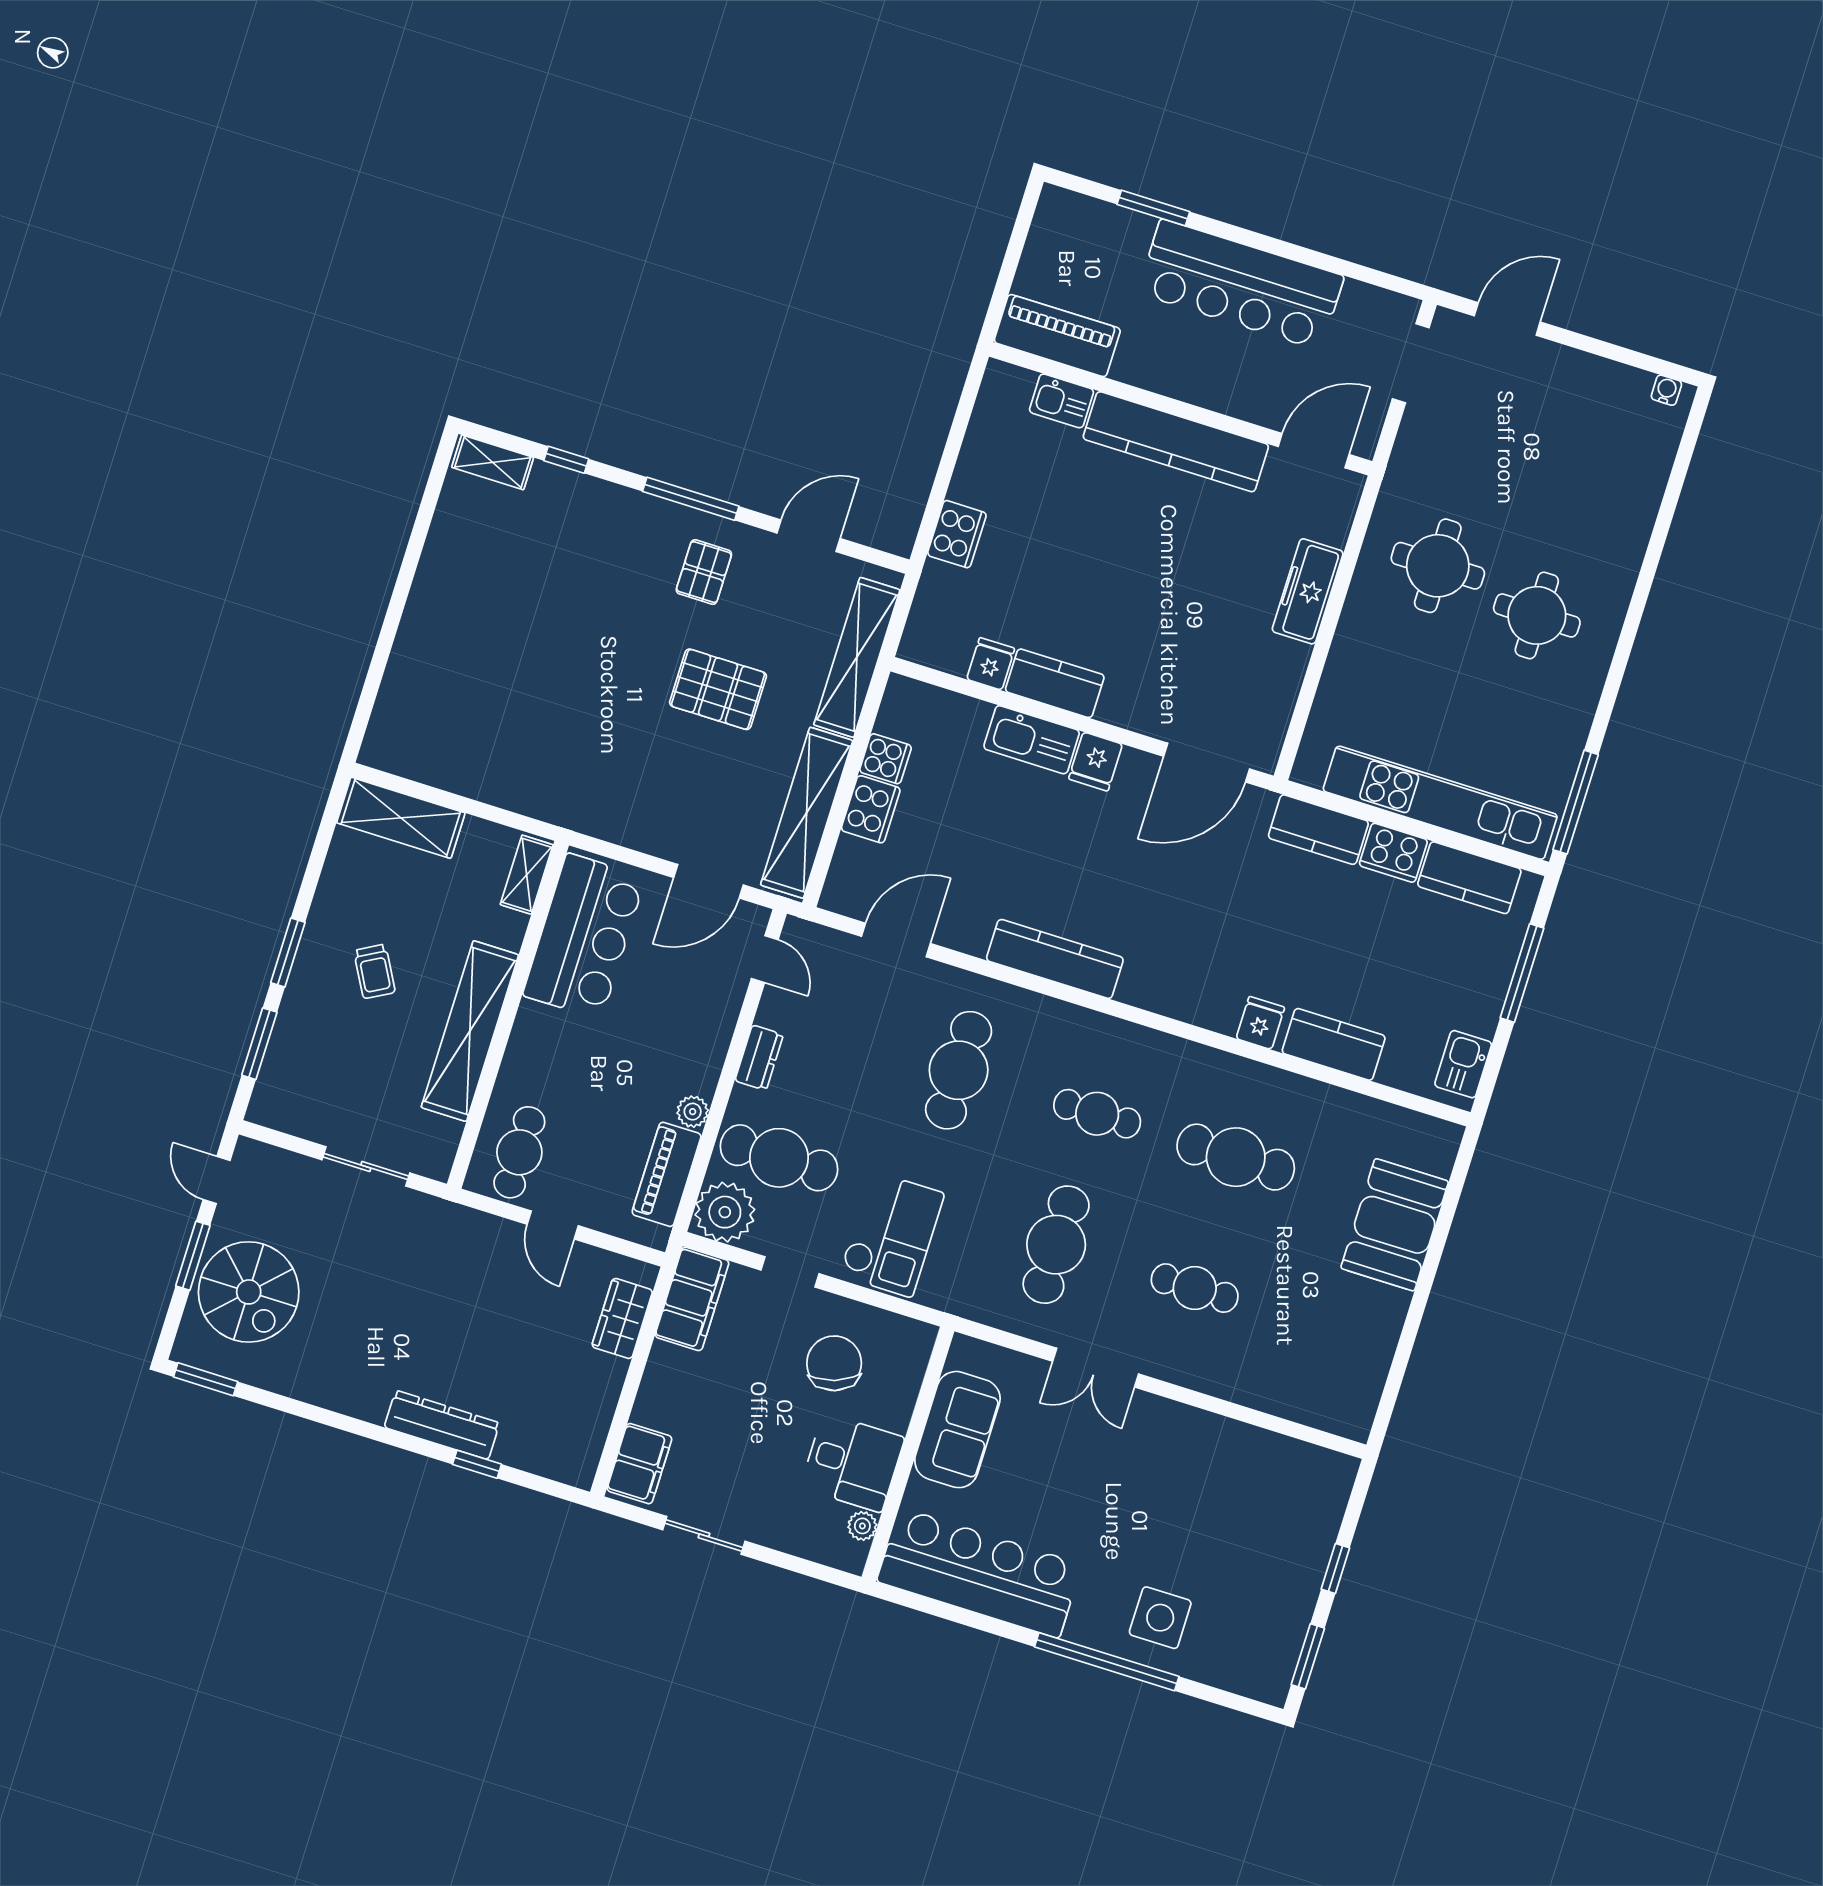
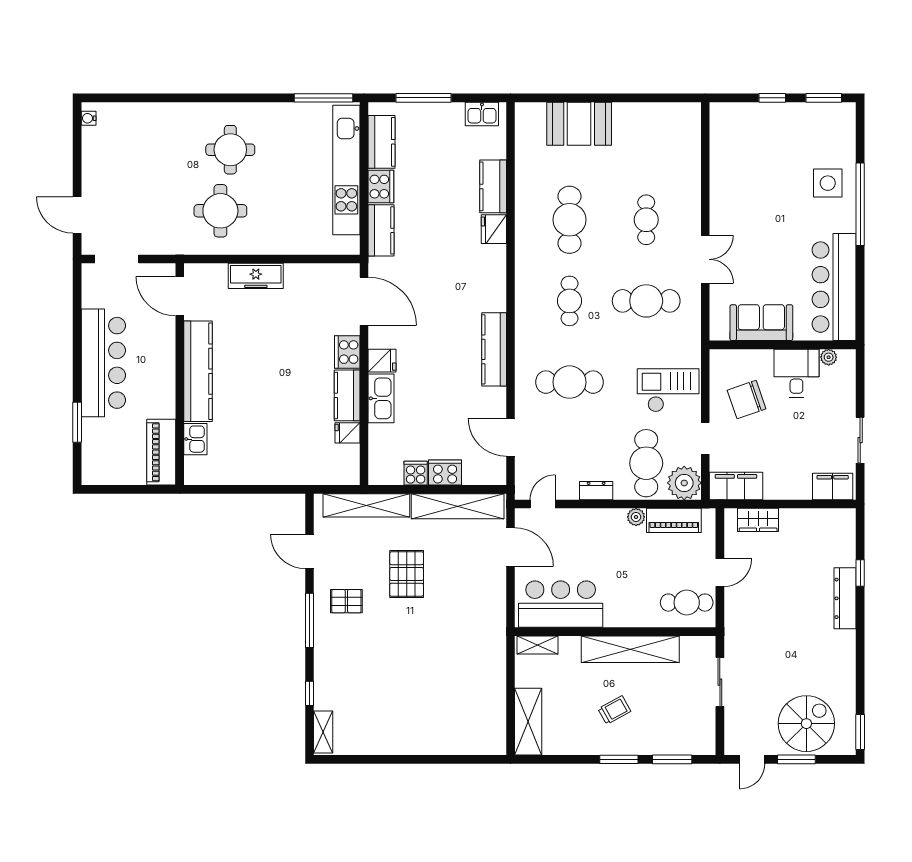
cooker: (957, 534) -> (347, 352), moved, turned -90
fridge: (1260, 1023) -> (494, 229), width x1.38

